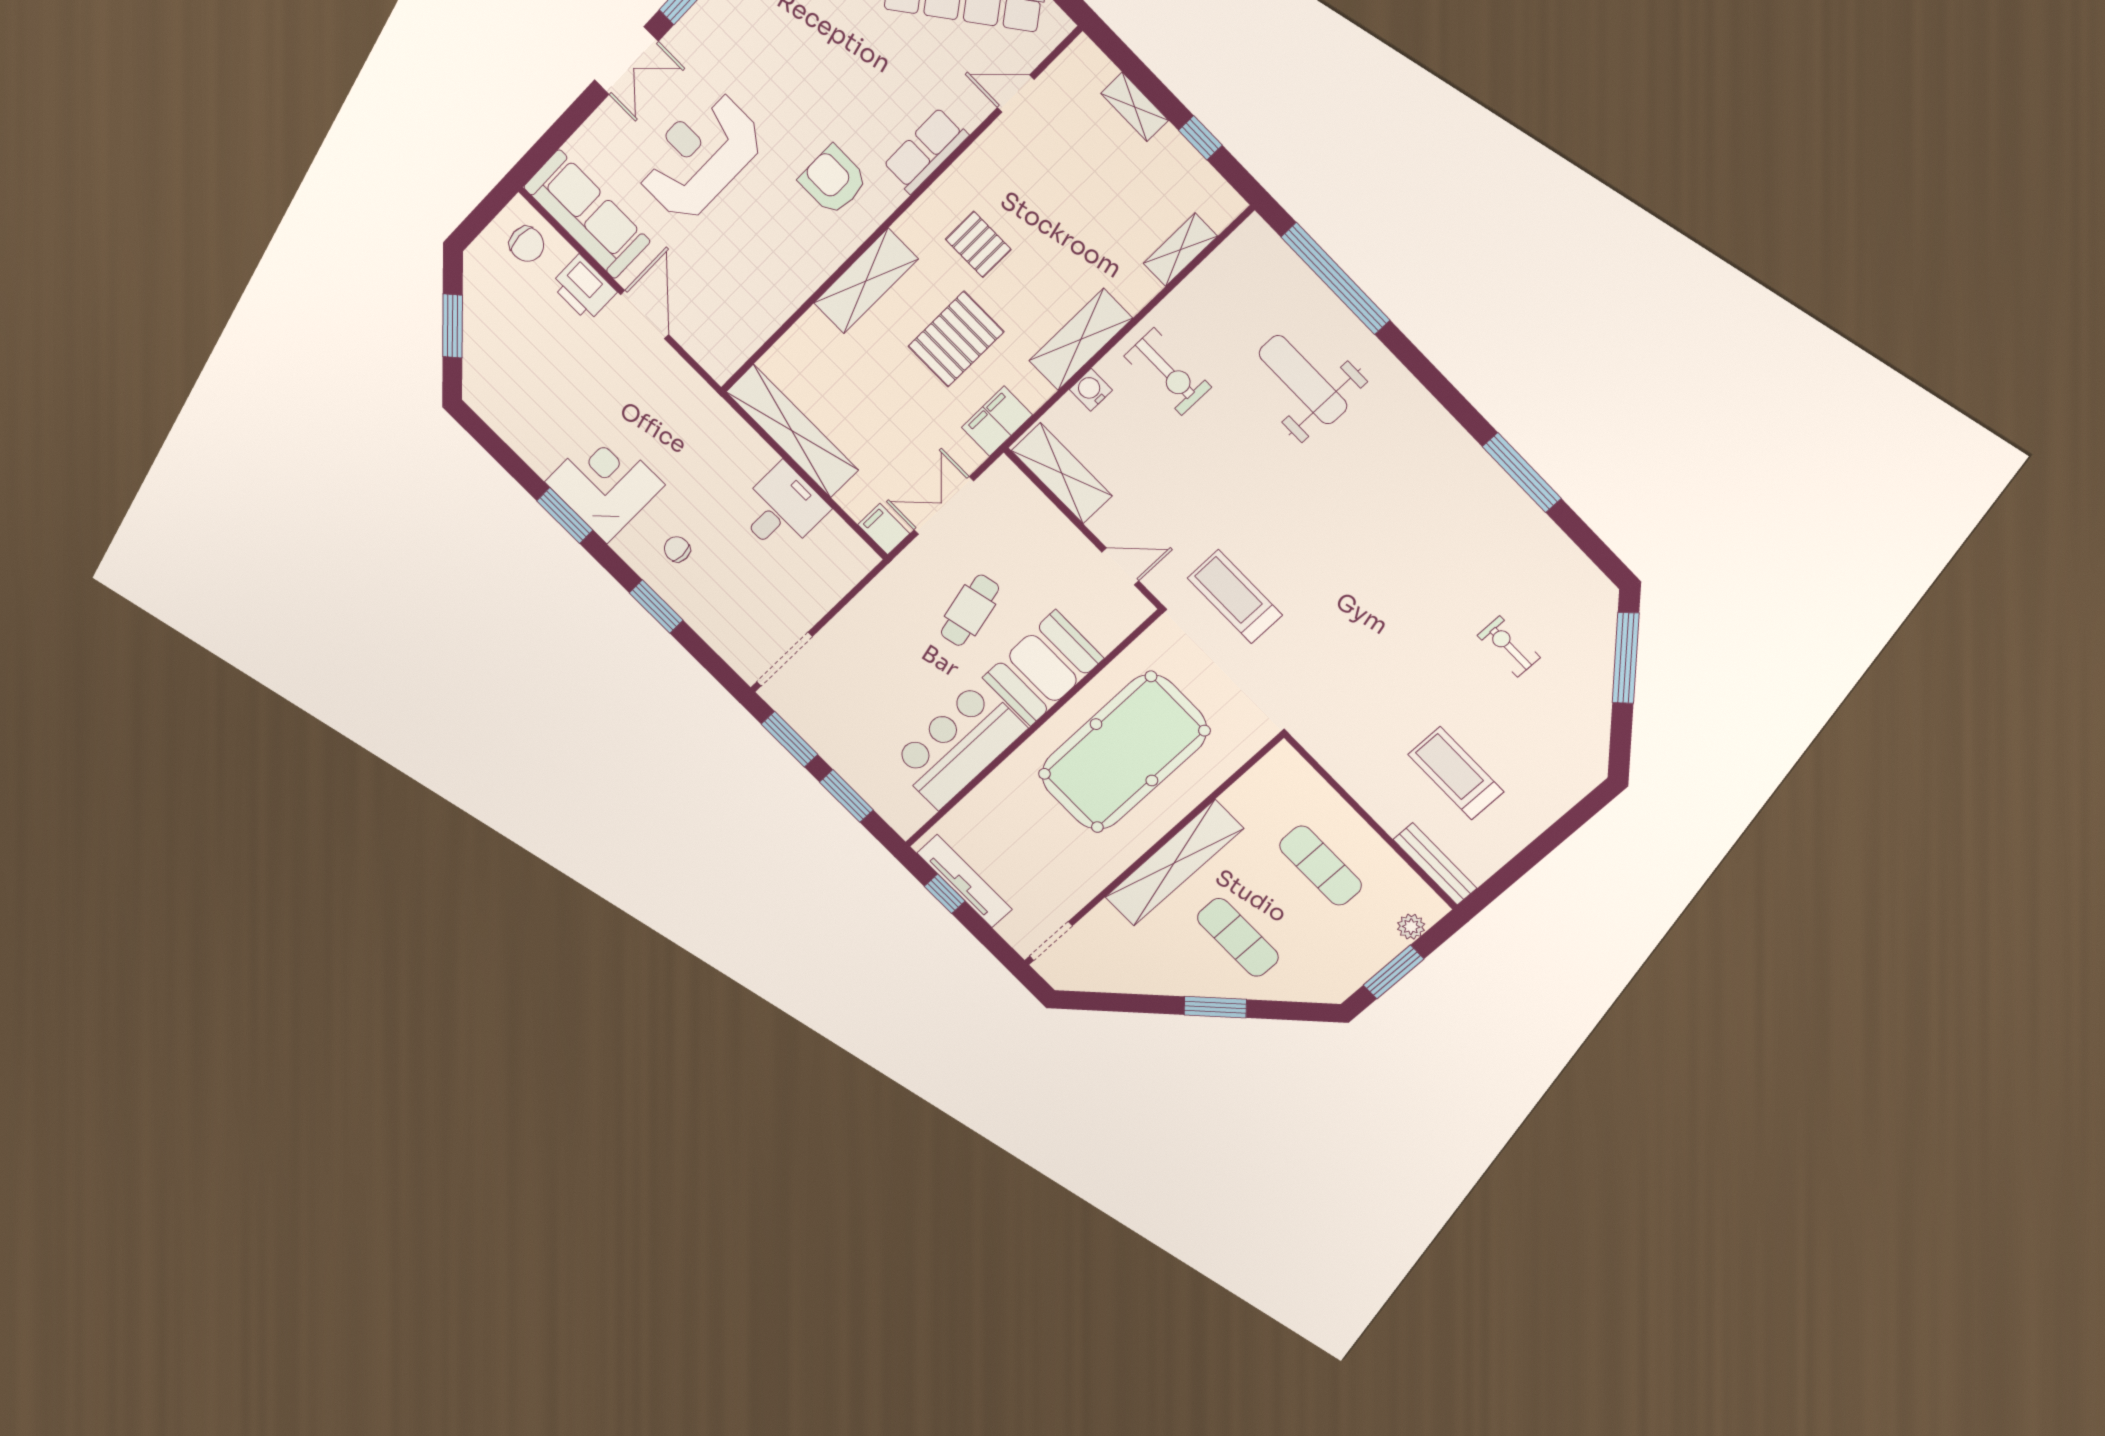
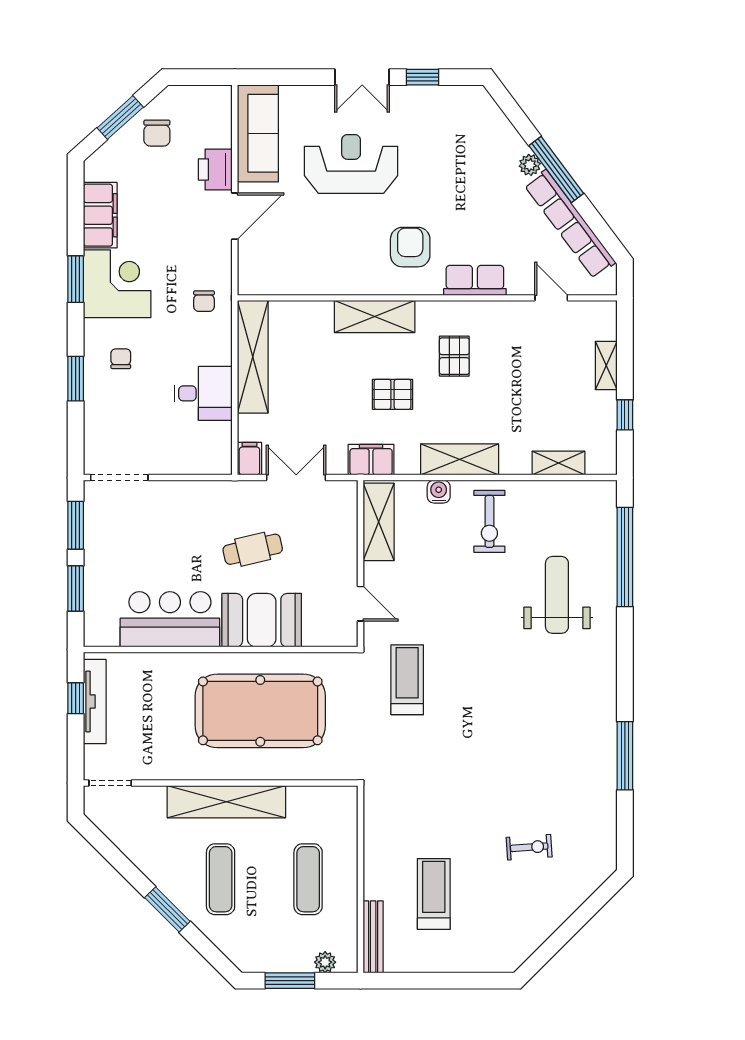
chair: (527, 244) -> (157, 133), moved
pallet: (956, 339) -> (393, 394), width x0.67, depth x0.71
chair: (697, 422) -> (204, 301), added
filing cabinet: (527, 435) -> (100, 215), added
exercise bike: (1509, 646) -> (529, 847), turned 86
window: (1626, 658) -> (586, 912), removed

